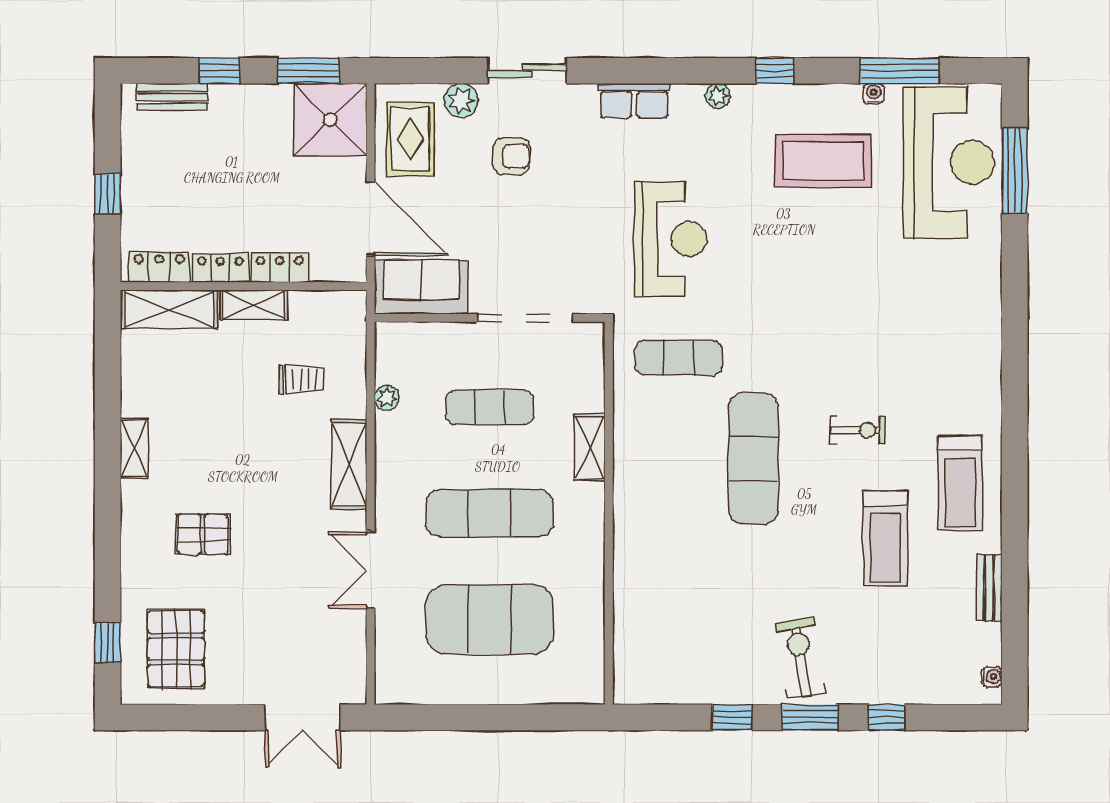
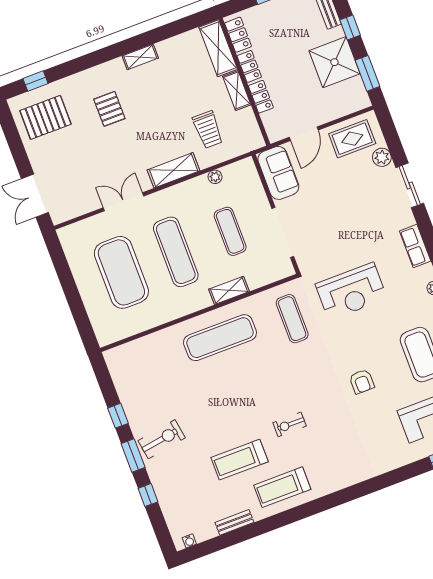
shower: (330, 120) -> (334, 62), moved
armchair: (511, 156) -> (362, 381), moved
door: (371, 218) -> (304, 134), width x0.73
trolley: (302, 379) -> (208, 130), width x1.36, depth x1.39
exercise bike: (858, 430) -> (290, 424), turned 90
exercise mat: (753, 458) -> (220, 338), moved

